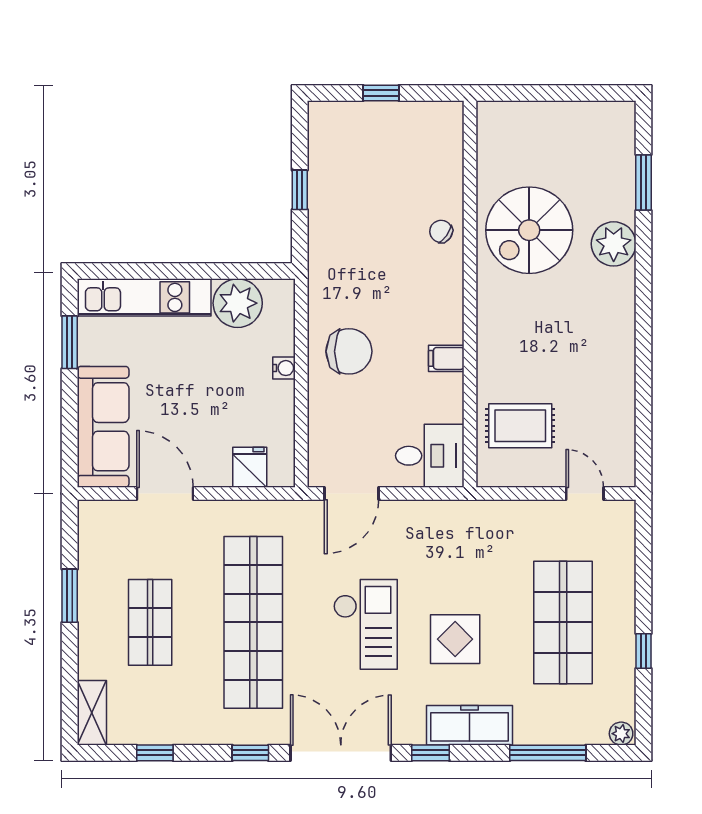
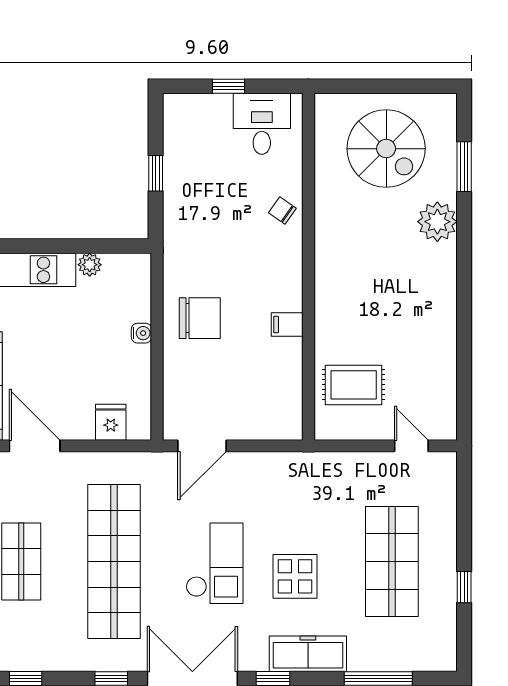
spiral stairs: (529, 230) -> (386, 149), moved, turned -90
plant: (238, 303) -> (90, 265), width x0.53, depth x0.53
desk: (430, 456) -> (262, 124), moved, turned -90
plant: (621, 734) -> (444, 661), removed

